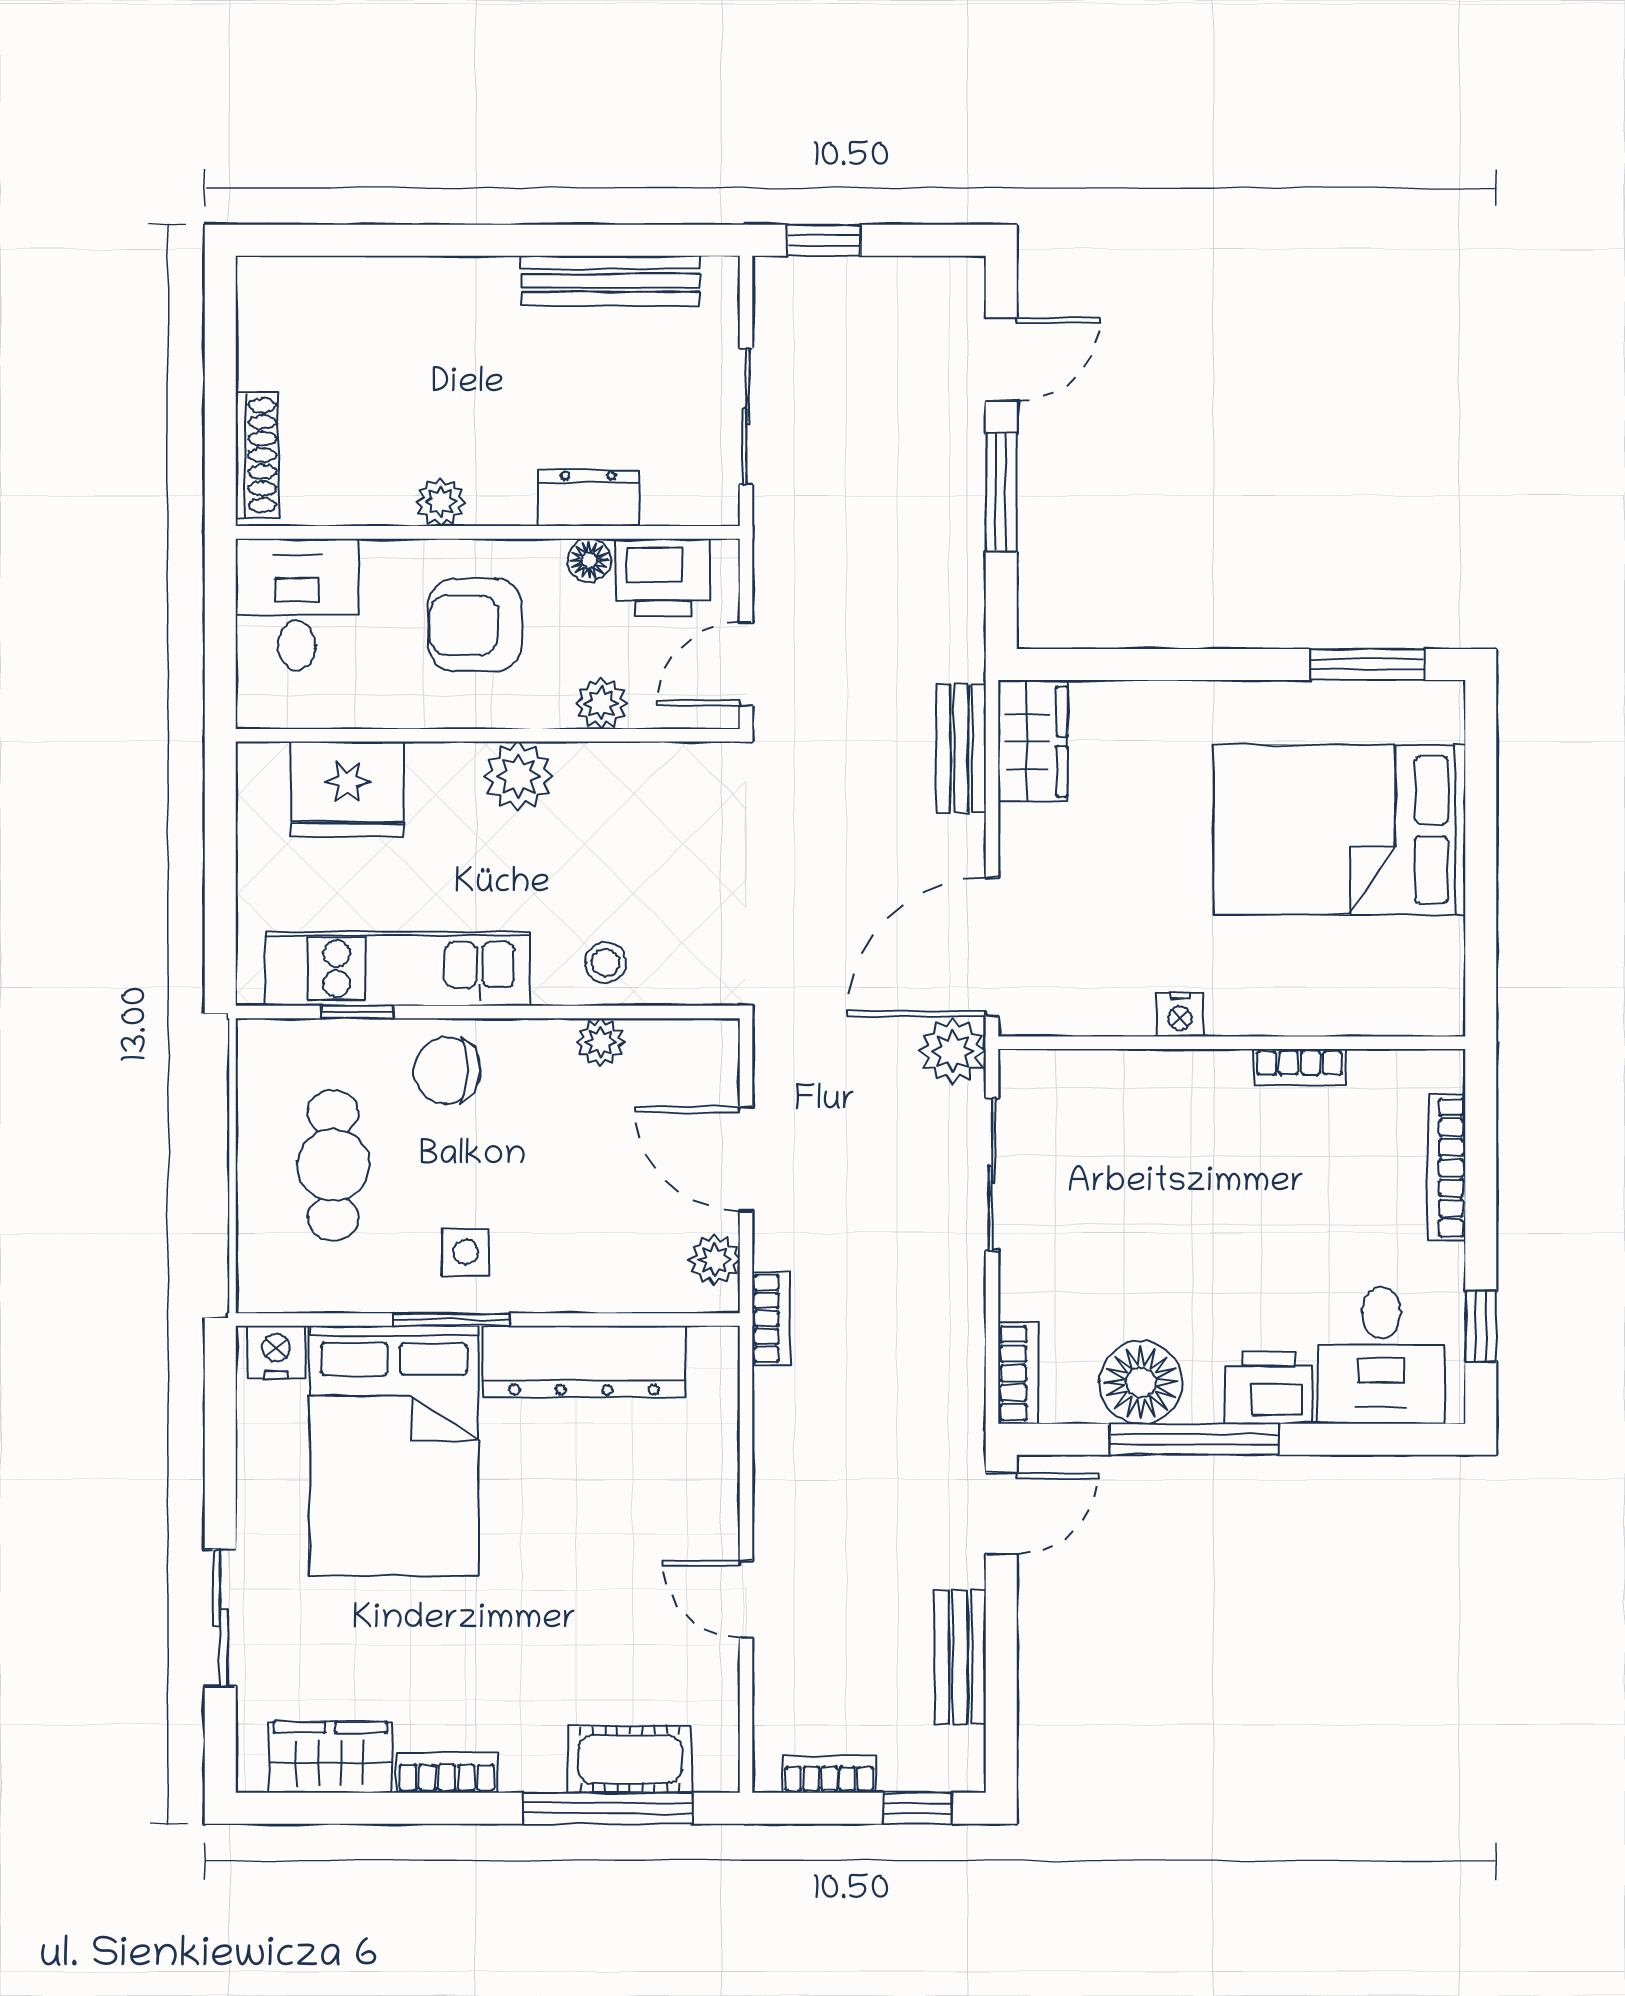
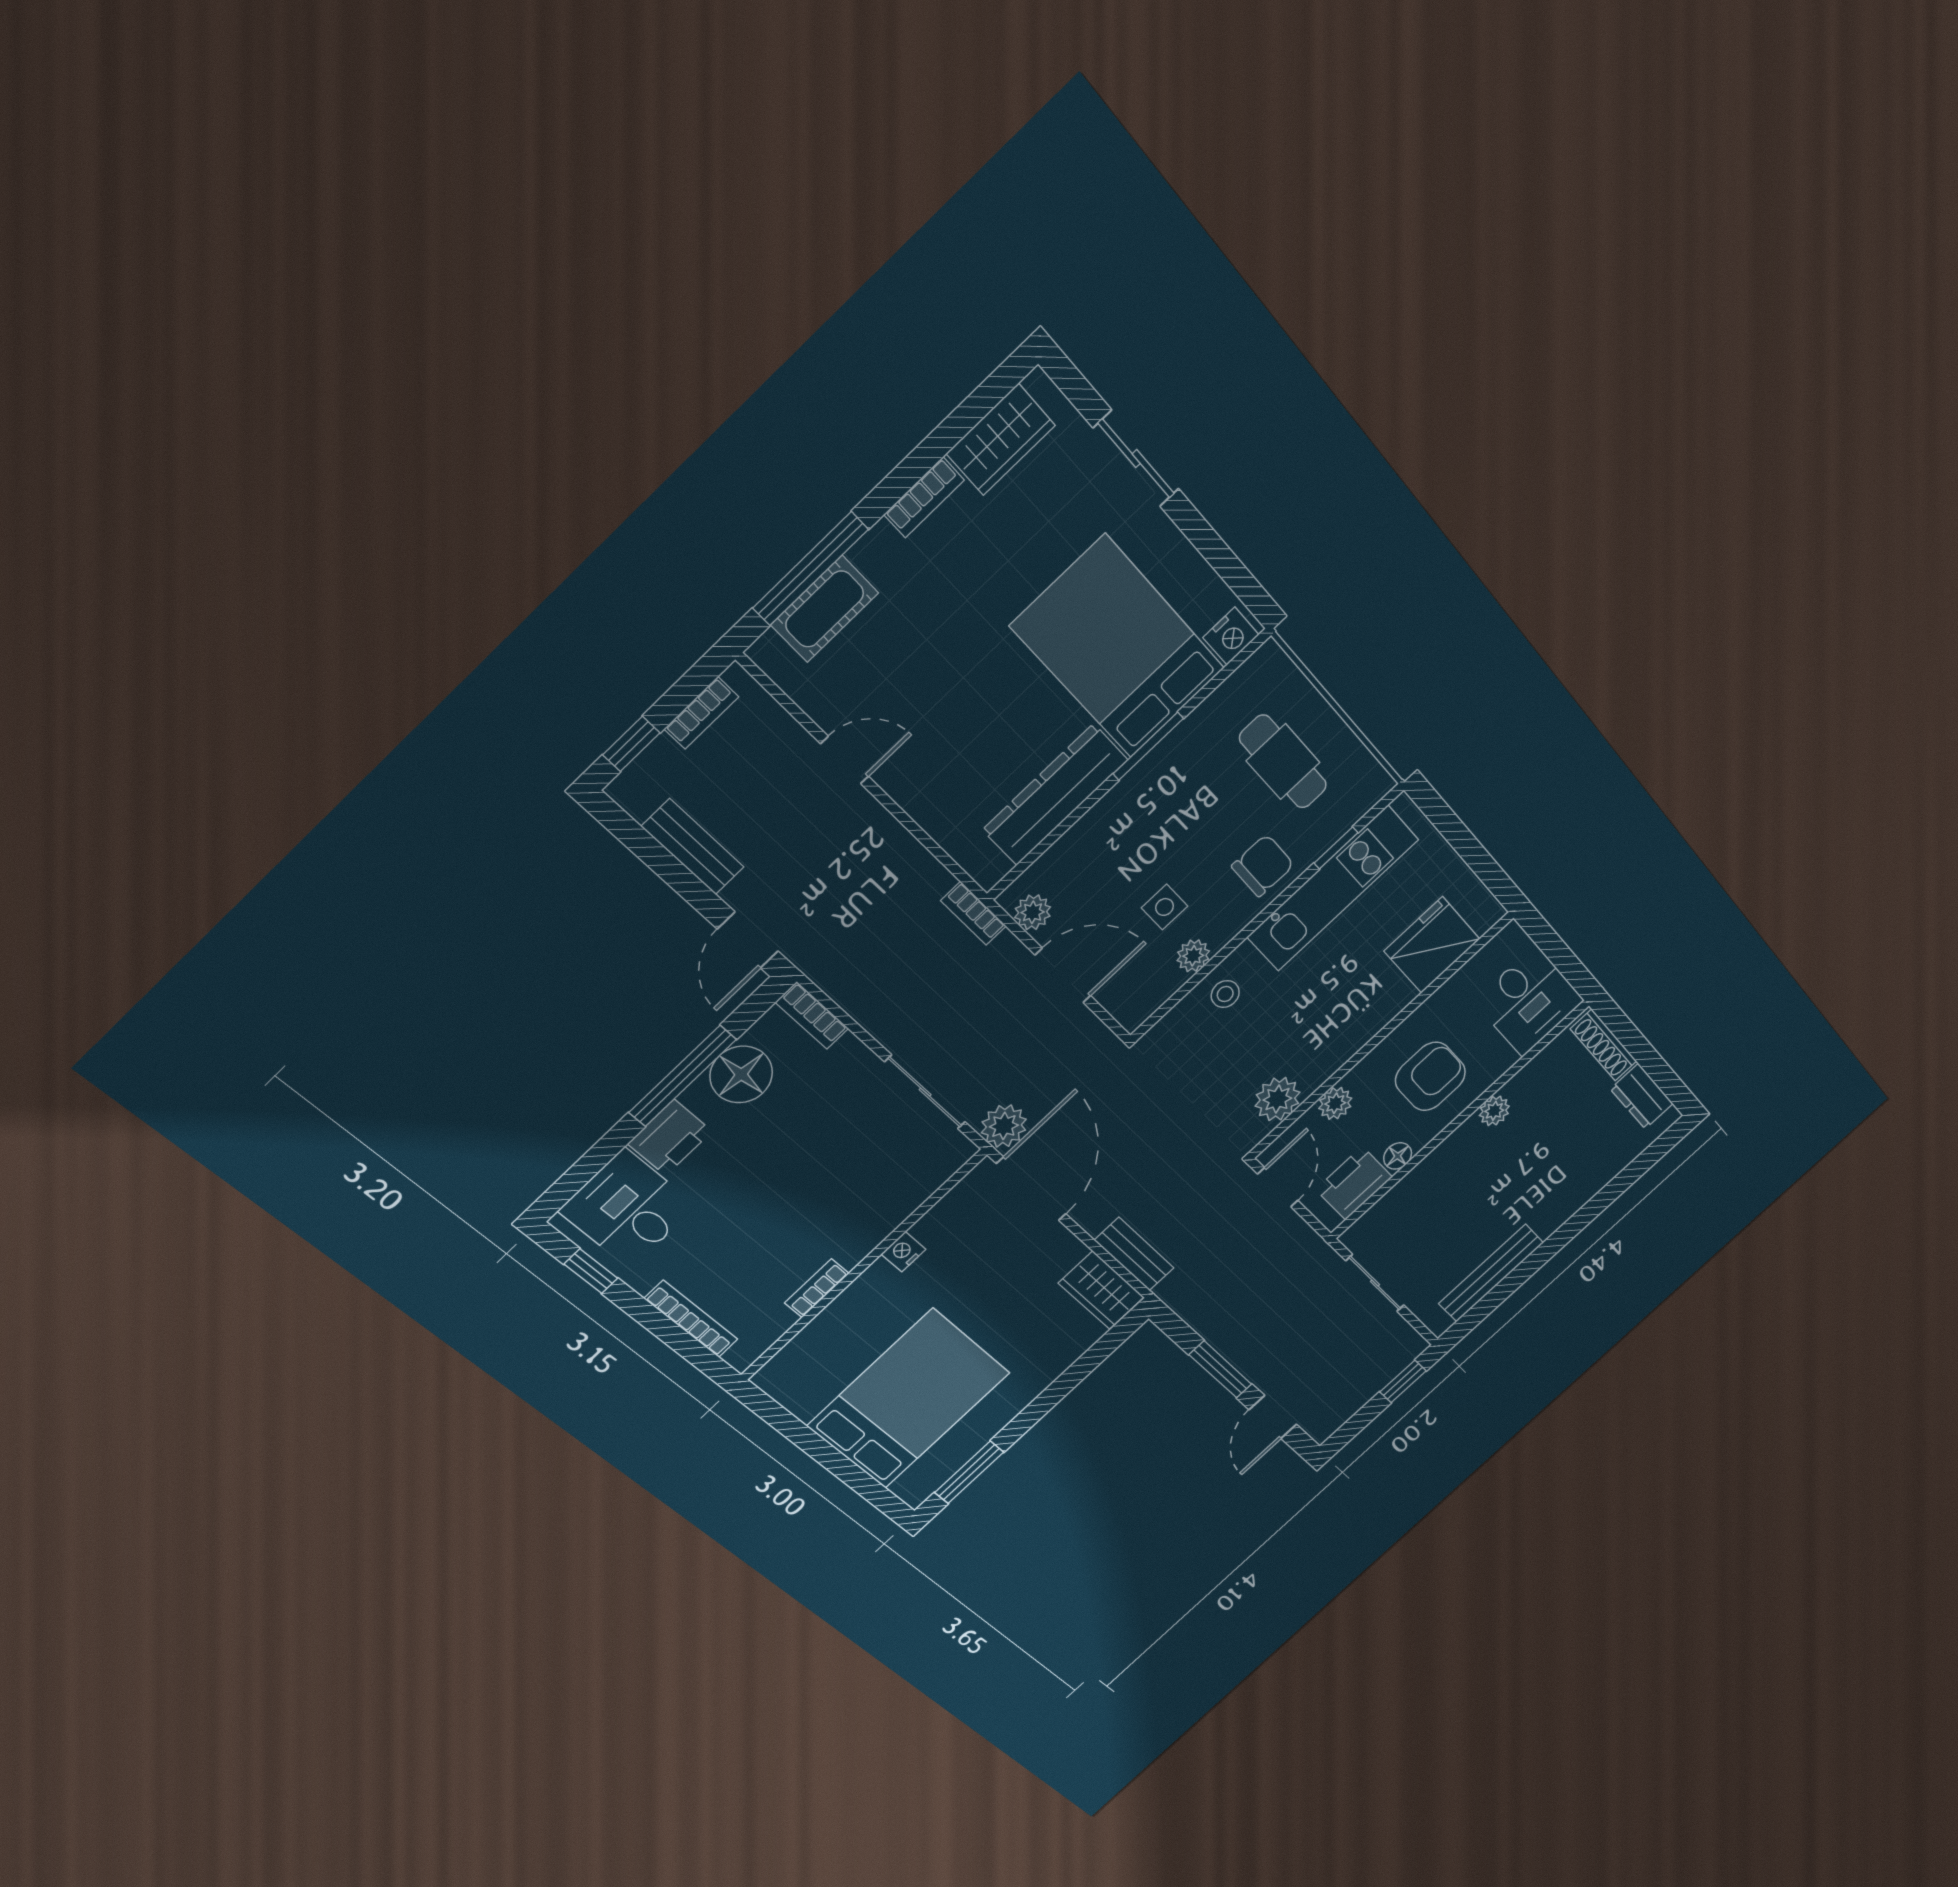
dresser: (588, 498) -> (1642, 1096), moved, turned 90
plant: (518, 776) -> (1277, 1099), moved
side table: (465, 1252) -> (1165, 907), moved

